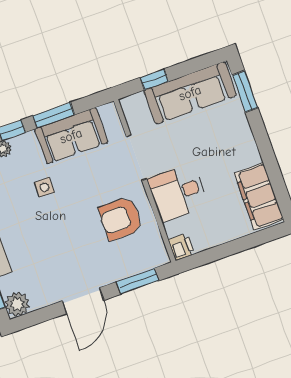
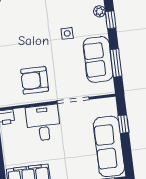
window: (54, 115) -> (116, 63), moved
armchair: (121, 218) -> (35, 80), turned -90

